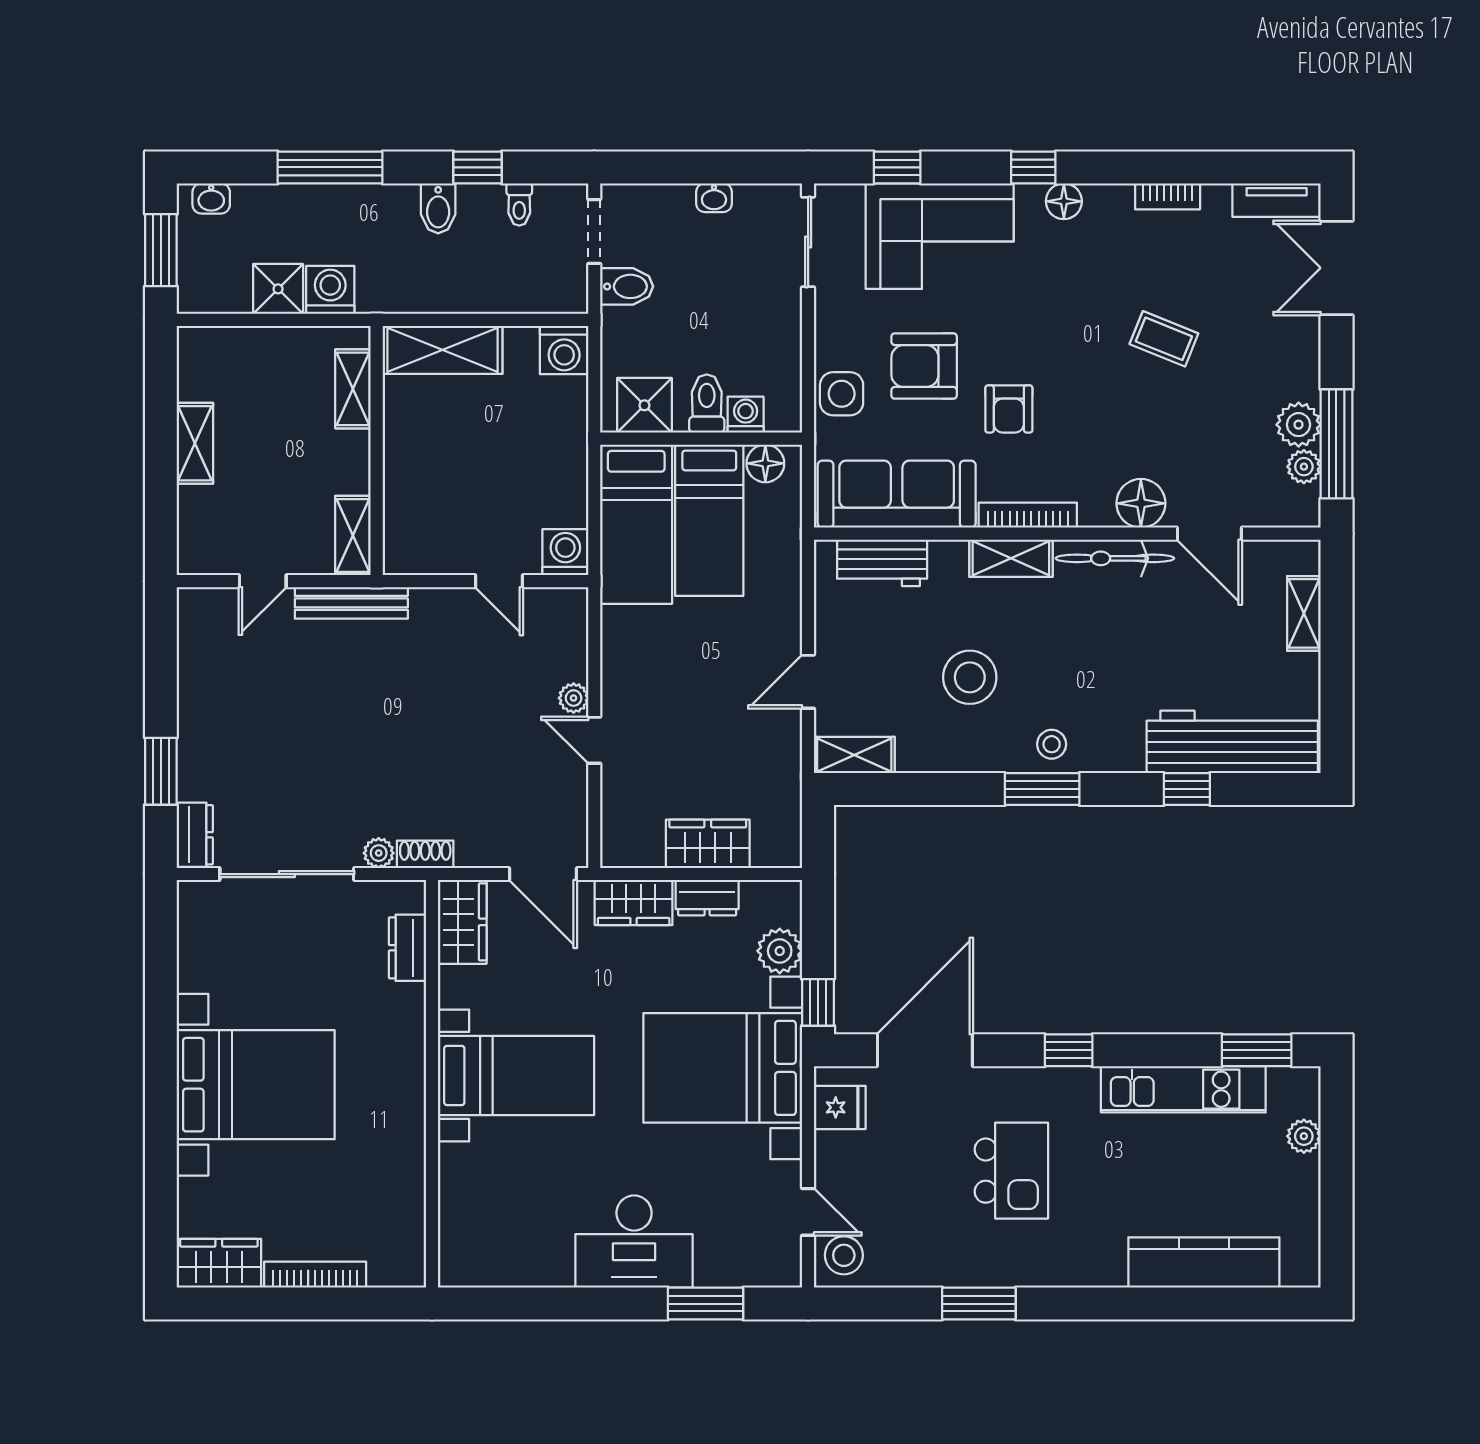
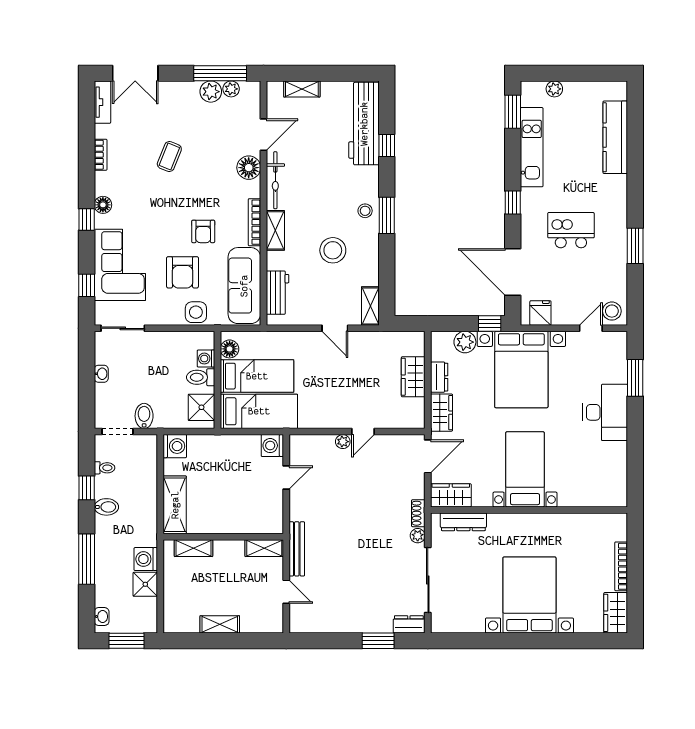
armchair: (1009, 409) -> (203, 231), turned 90
dresser: (407, 948) -> (463, 522), width x1.44

